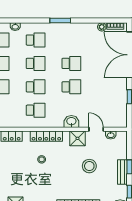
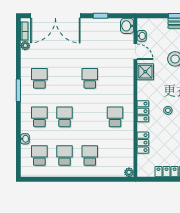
school desk: (71, 63) -> (39, 78), moved
school desk: (36, 87) -> (90, 117), removed
washbasin: (71, 121) -> (127, 26), moved
door: (96, 129) -> (135, 52), swing flipped
locker: (46, 136) -> (143, 111), width x0.66

